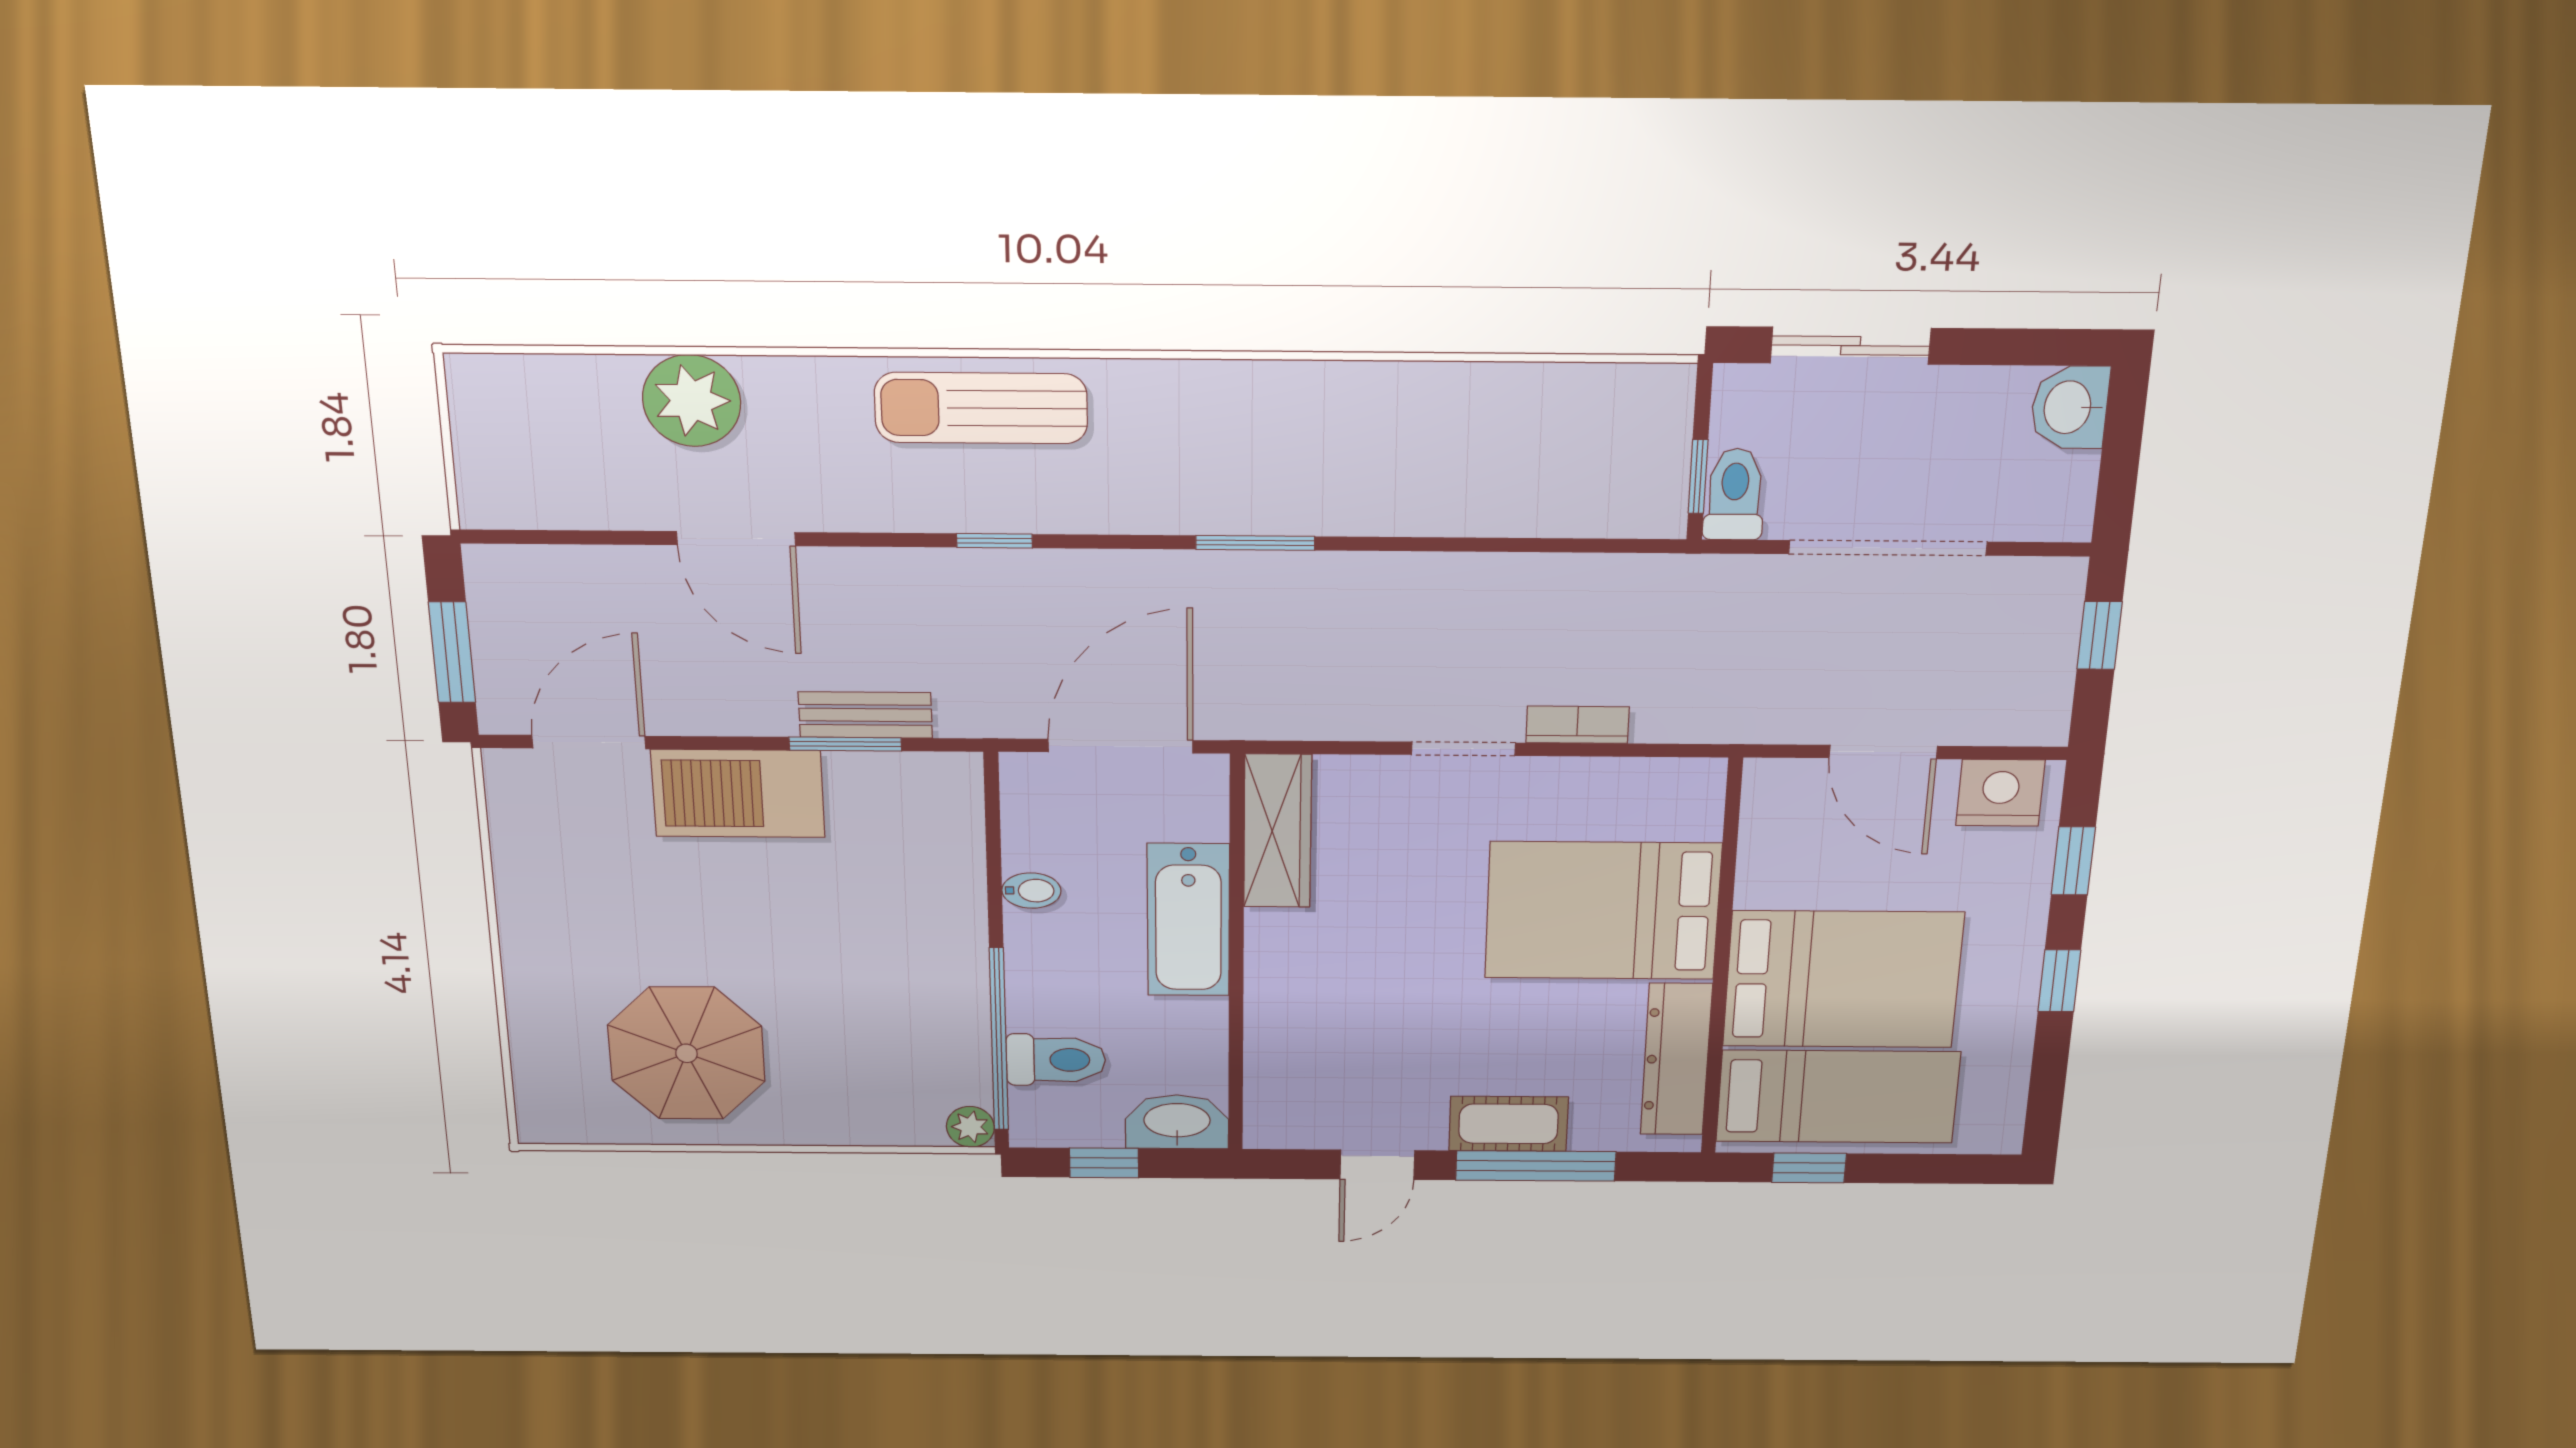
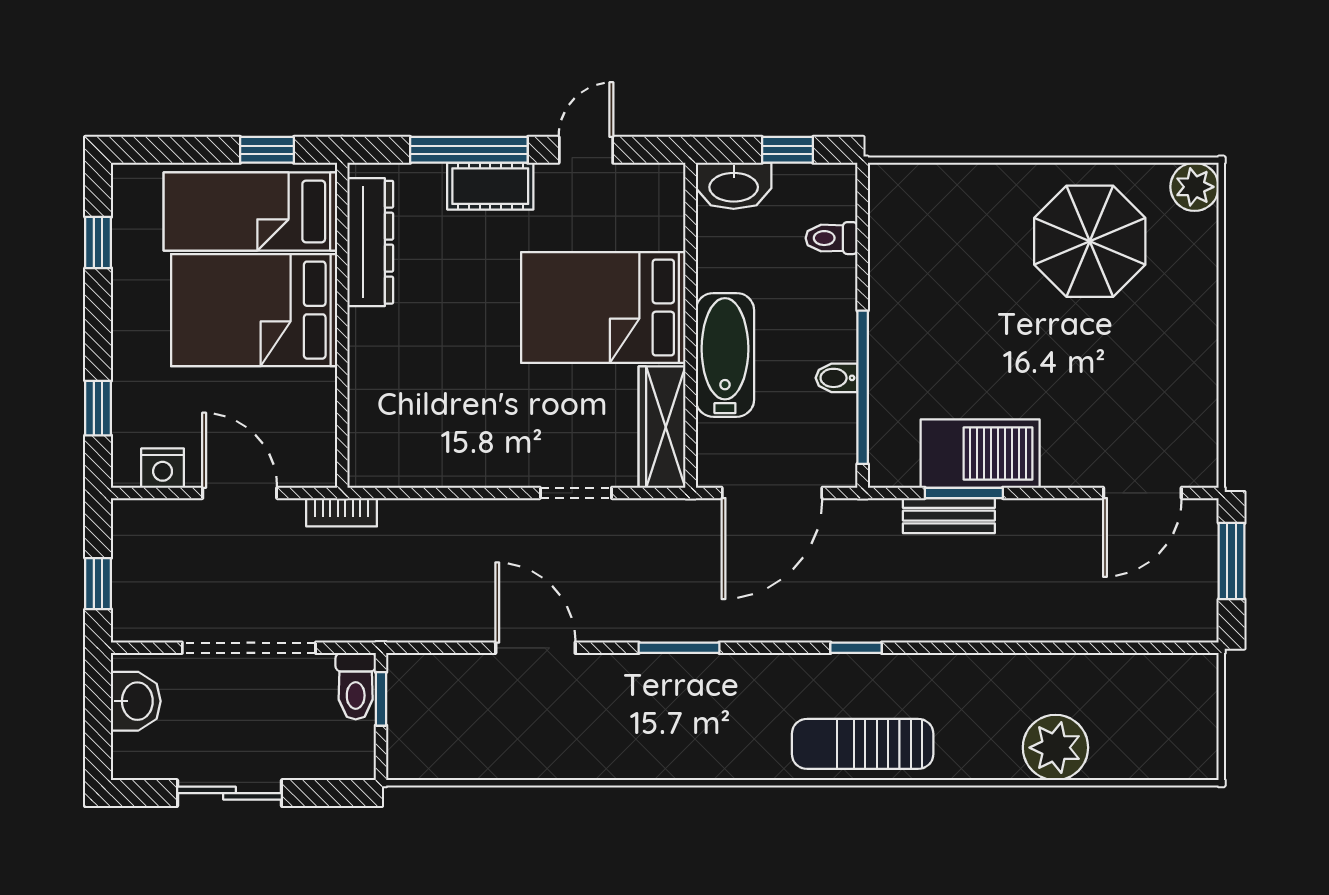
sliding door: (1851, 346) -> (229, 793), moved
washbasin: (2070, 407) -> (136, 701), moved
sun lounger: (981, 408) -> (863, 744), turned 180
door: (736, 539) -> (535, 648), moved
bookcase: (1578, 725) -> (342, 512), moved
doorway: (1463, 749) -> (576, 493), moved
nightstand: (2000, 793) -> (163, 468), width x0.74, depth x0.75
barbecue: (738, 794) -> (980, 454), moved
bed: (1603, 911) -> (603, 307), moved, turned 180
window: (2059, 981) -> (98, 242), moved
window: (999, 1040) -> (863, 387), moved
toilet: (1056, 1060) -> (831, 238), width x0.73, depth x0.72
plant: (970, 1127) -> (1195, 187), moved, width x1.38, depth x1.38

